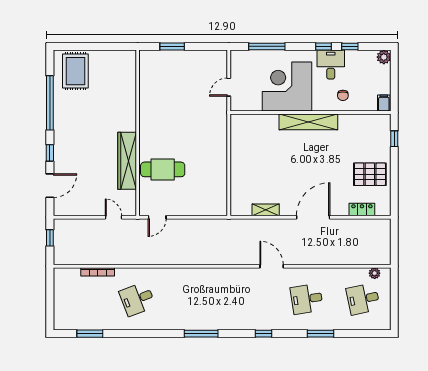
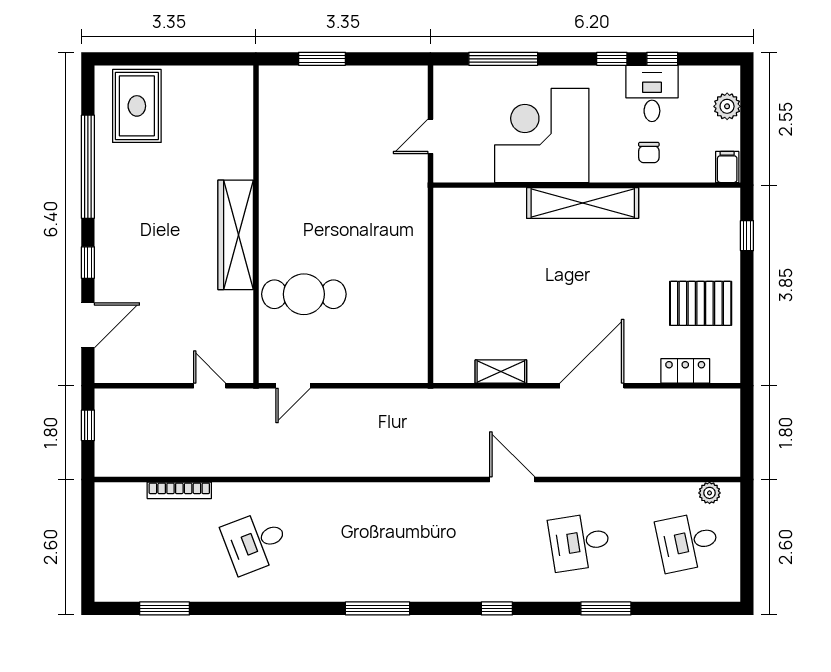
plant: (384, 57) -> (727, 106), moved
desk: (331, 65) -> (652, 93), moved
wardrobe: (127, 161) -> (236, 235), moved

